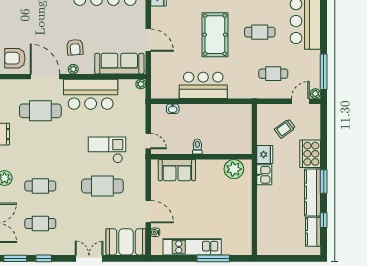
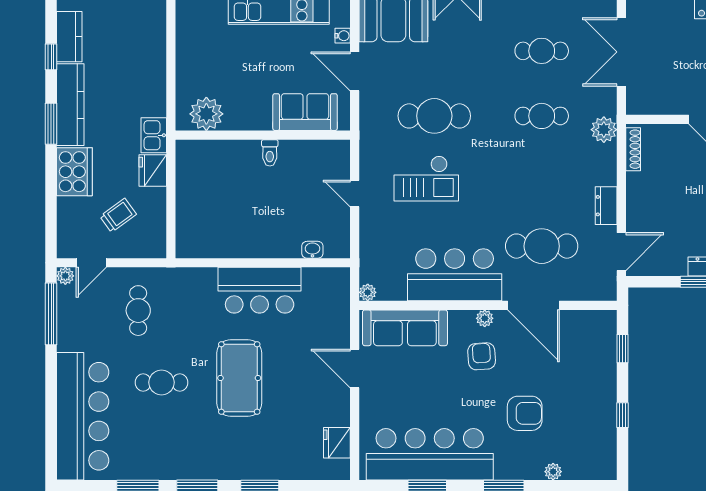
armchair: (15, 58) -> (525, 413), moved
cafe table: (273, 74) -> (138, 311), turned 90
toilet: (197, 147) -> (270, 153), moved
wall: (201, 157) -> (263, 135), moved
plant: (234, 169) -> (206, 114), moved
sofa: (177, 170) -> (305, 112), moved

